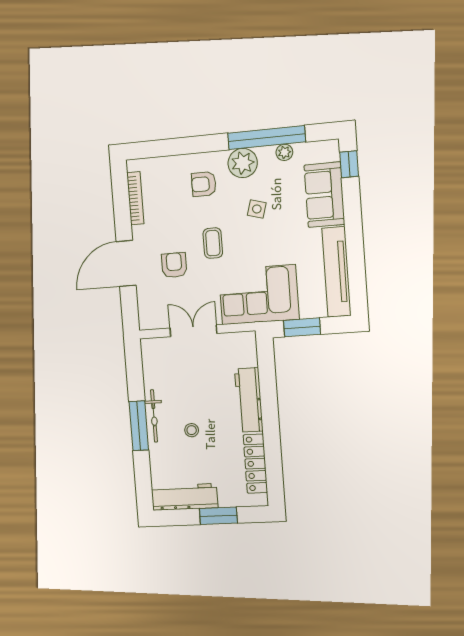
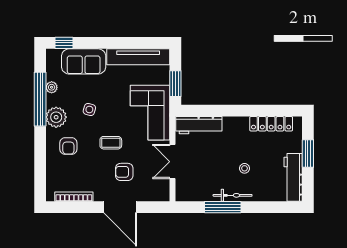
workbench: (249, 400) -> (199, 125), moved
window: (139, 426) -> (223, 207), moved

